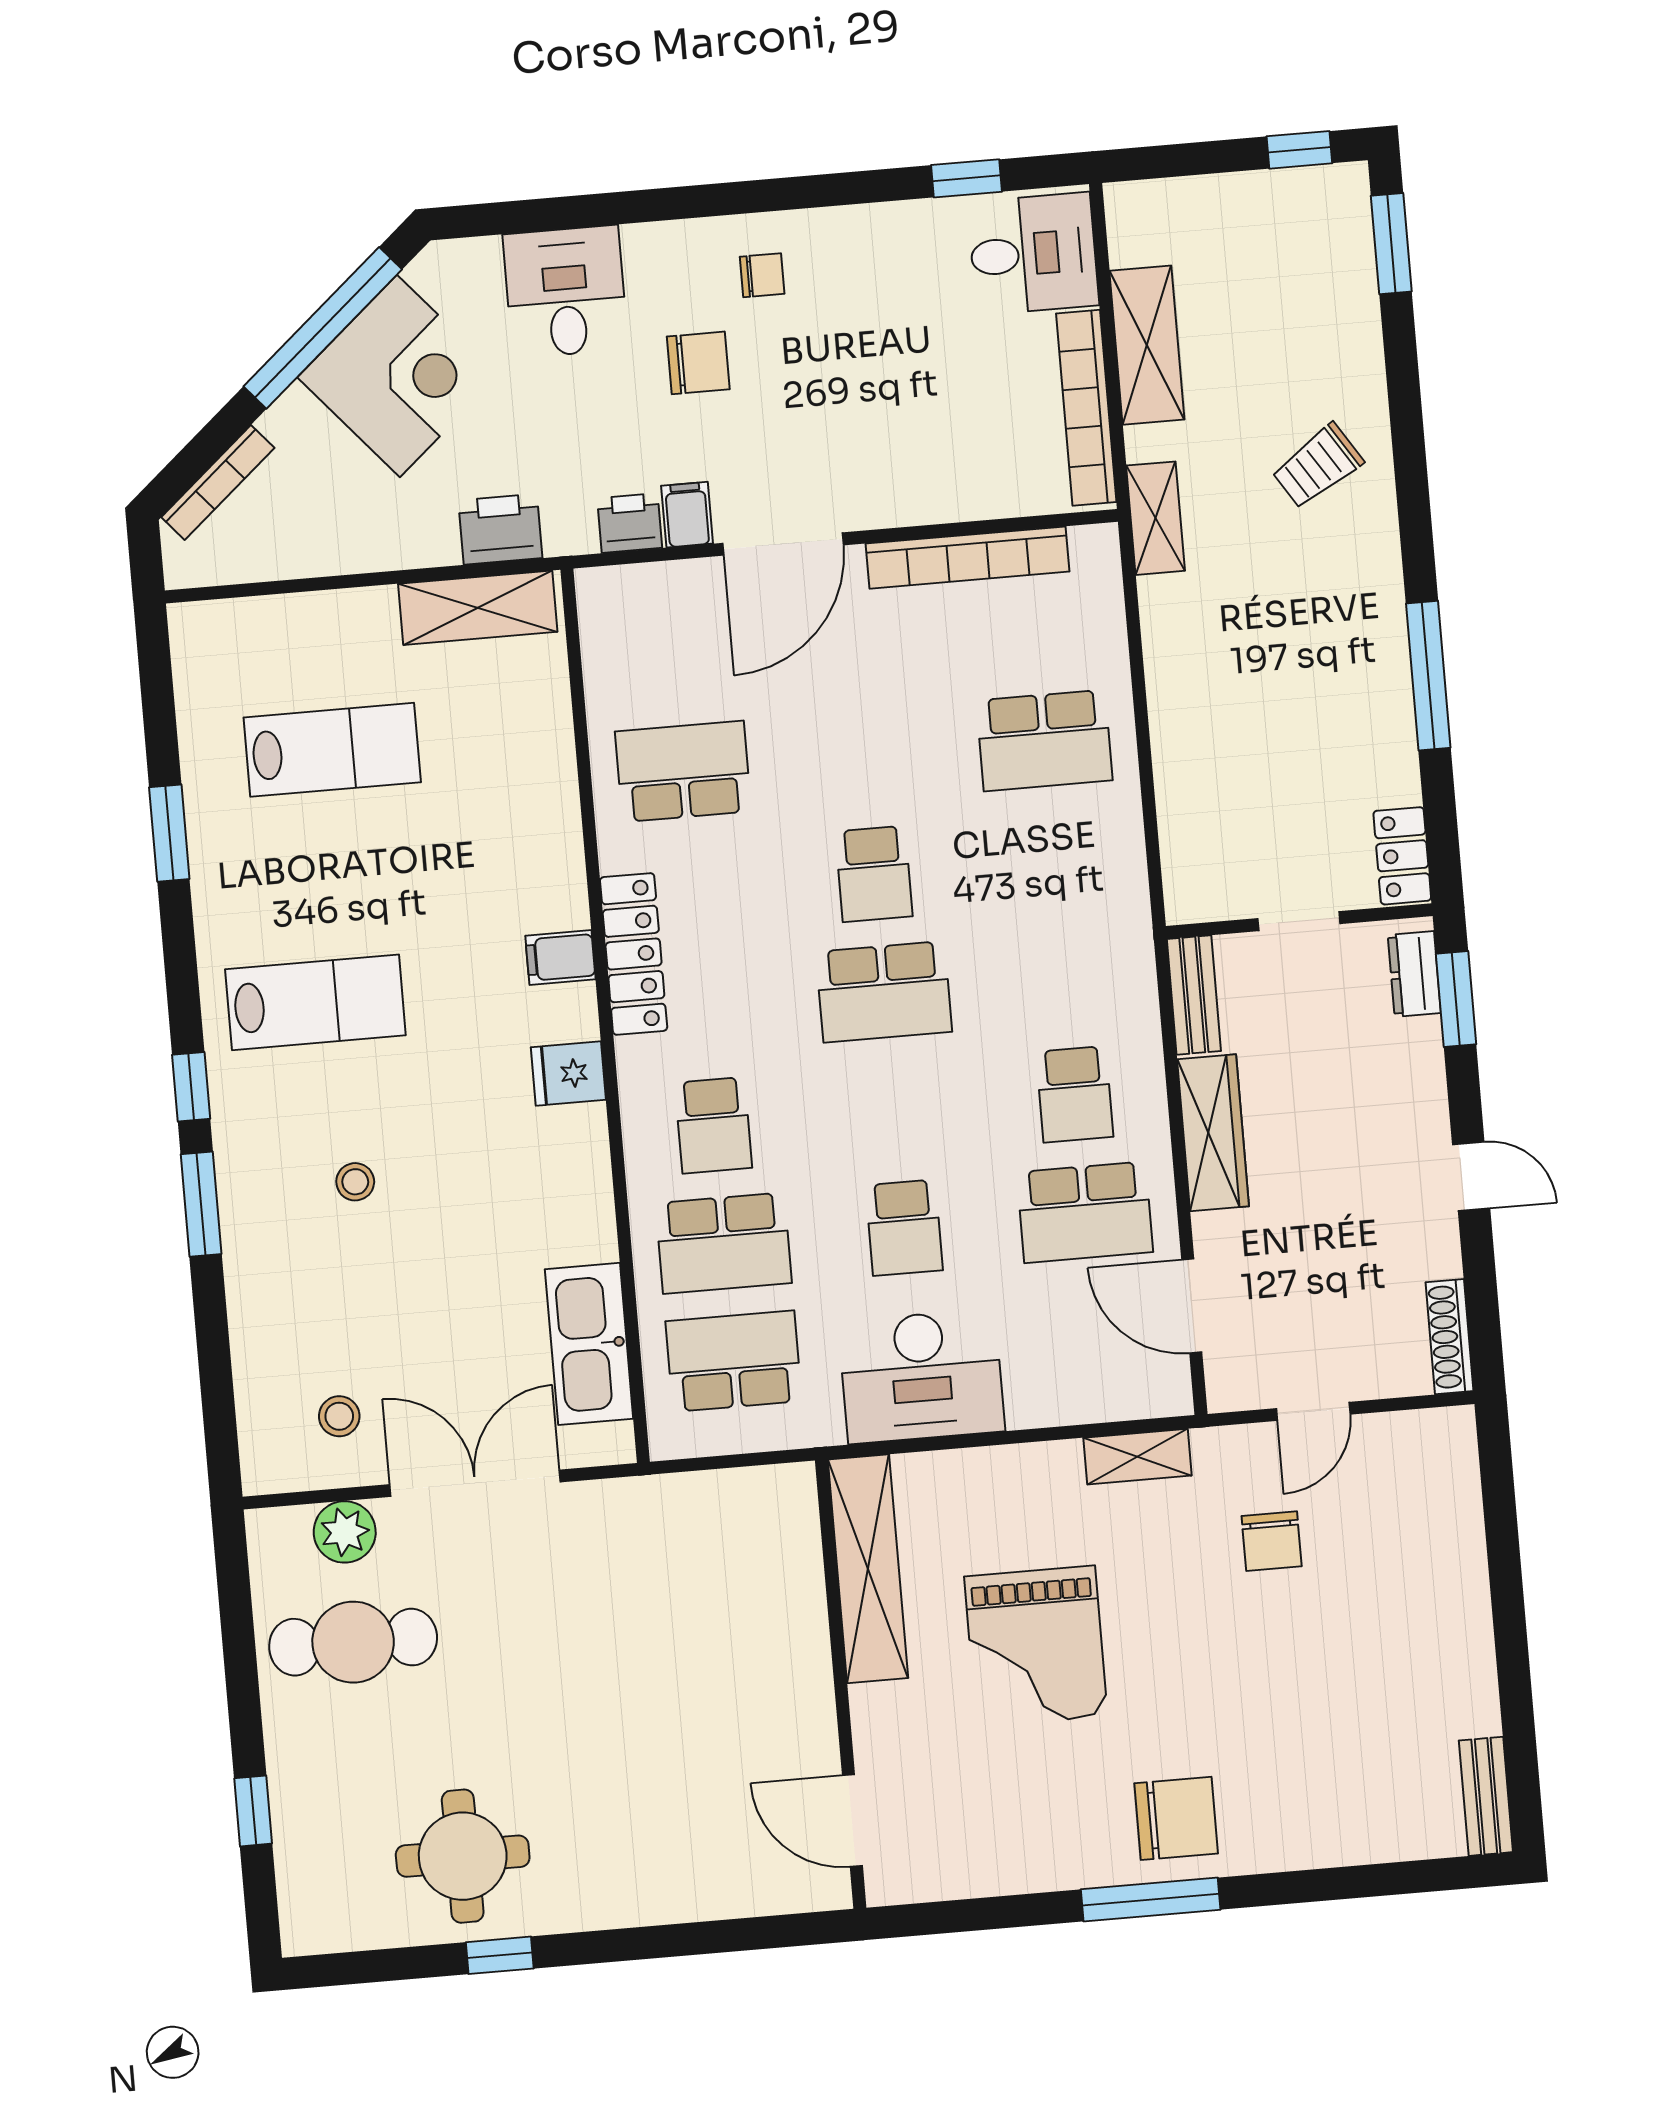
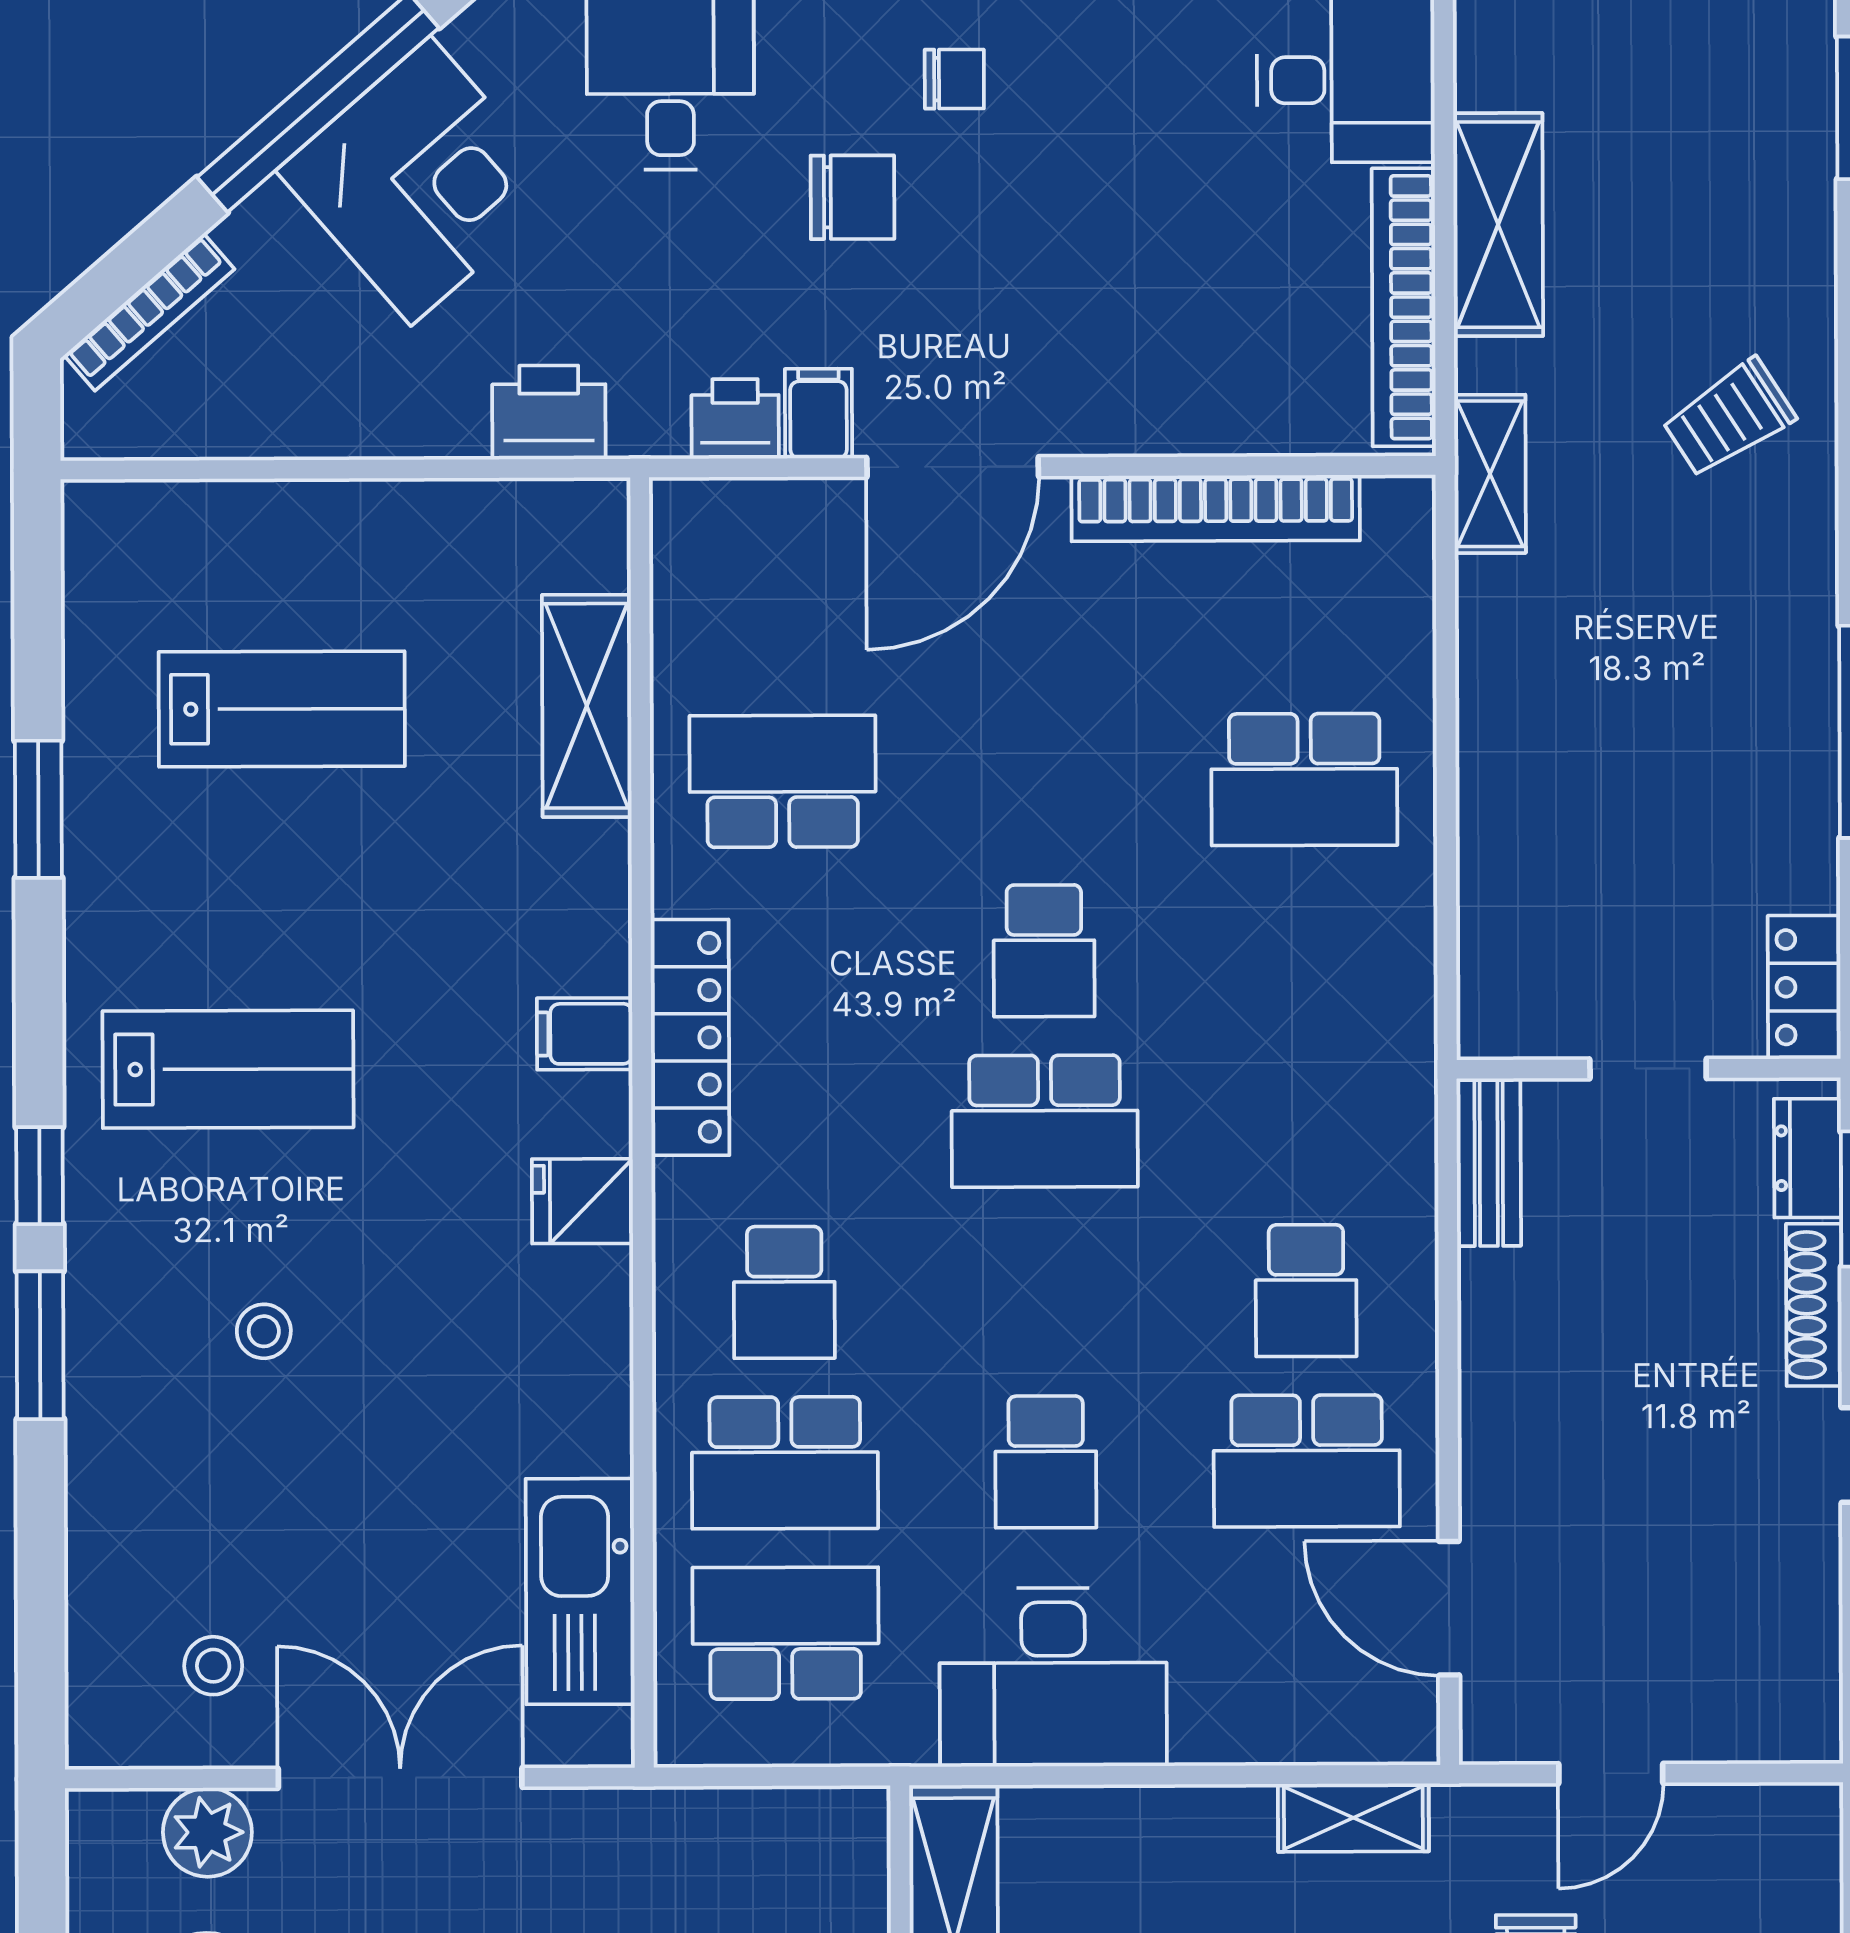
shelving: (478, 608) -> (587, 706), moved, turned 90
wardrobe: (1213, 1133) -> (1500, 1362), removed
shoe rack: (1449, 1337) -> (1814, 1305), moved

